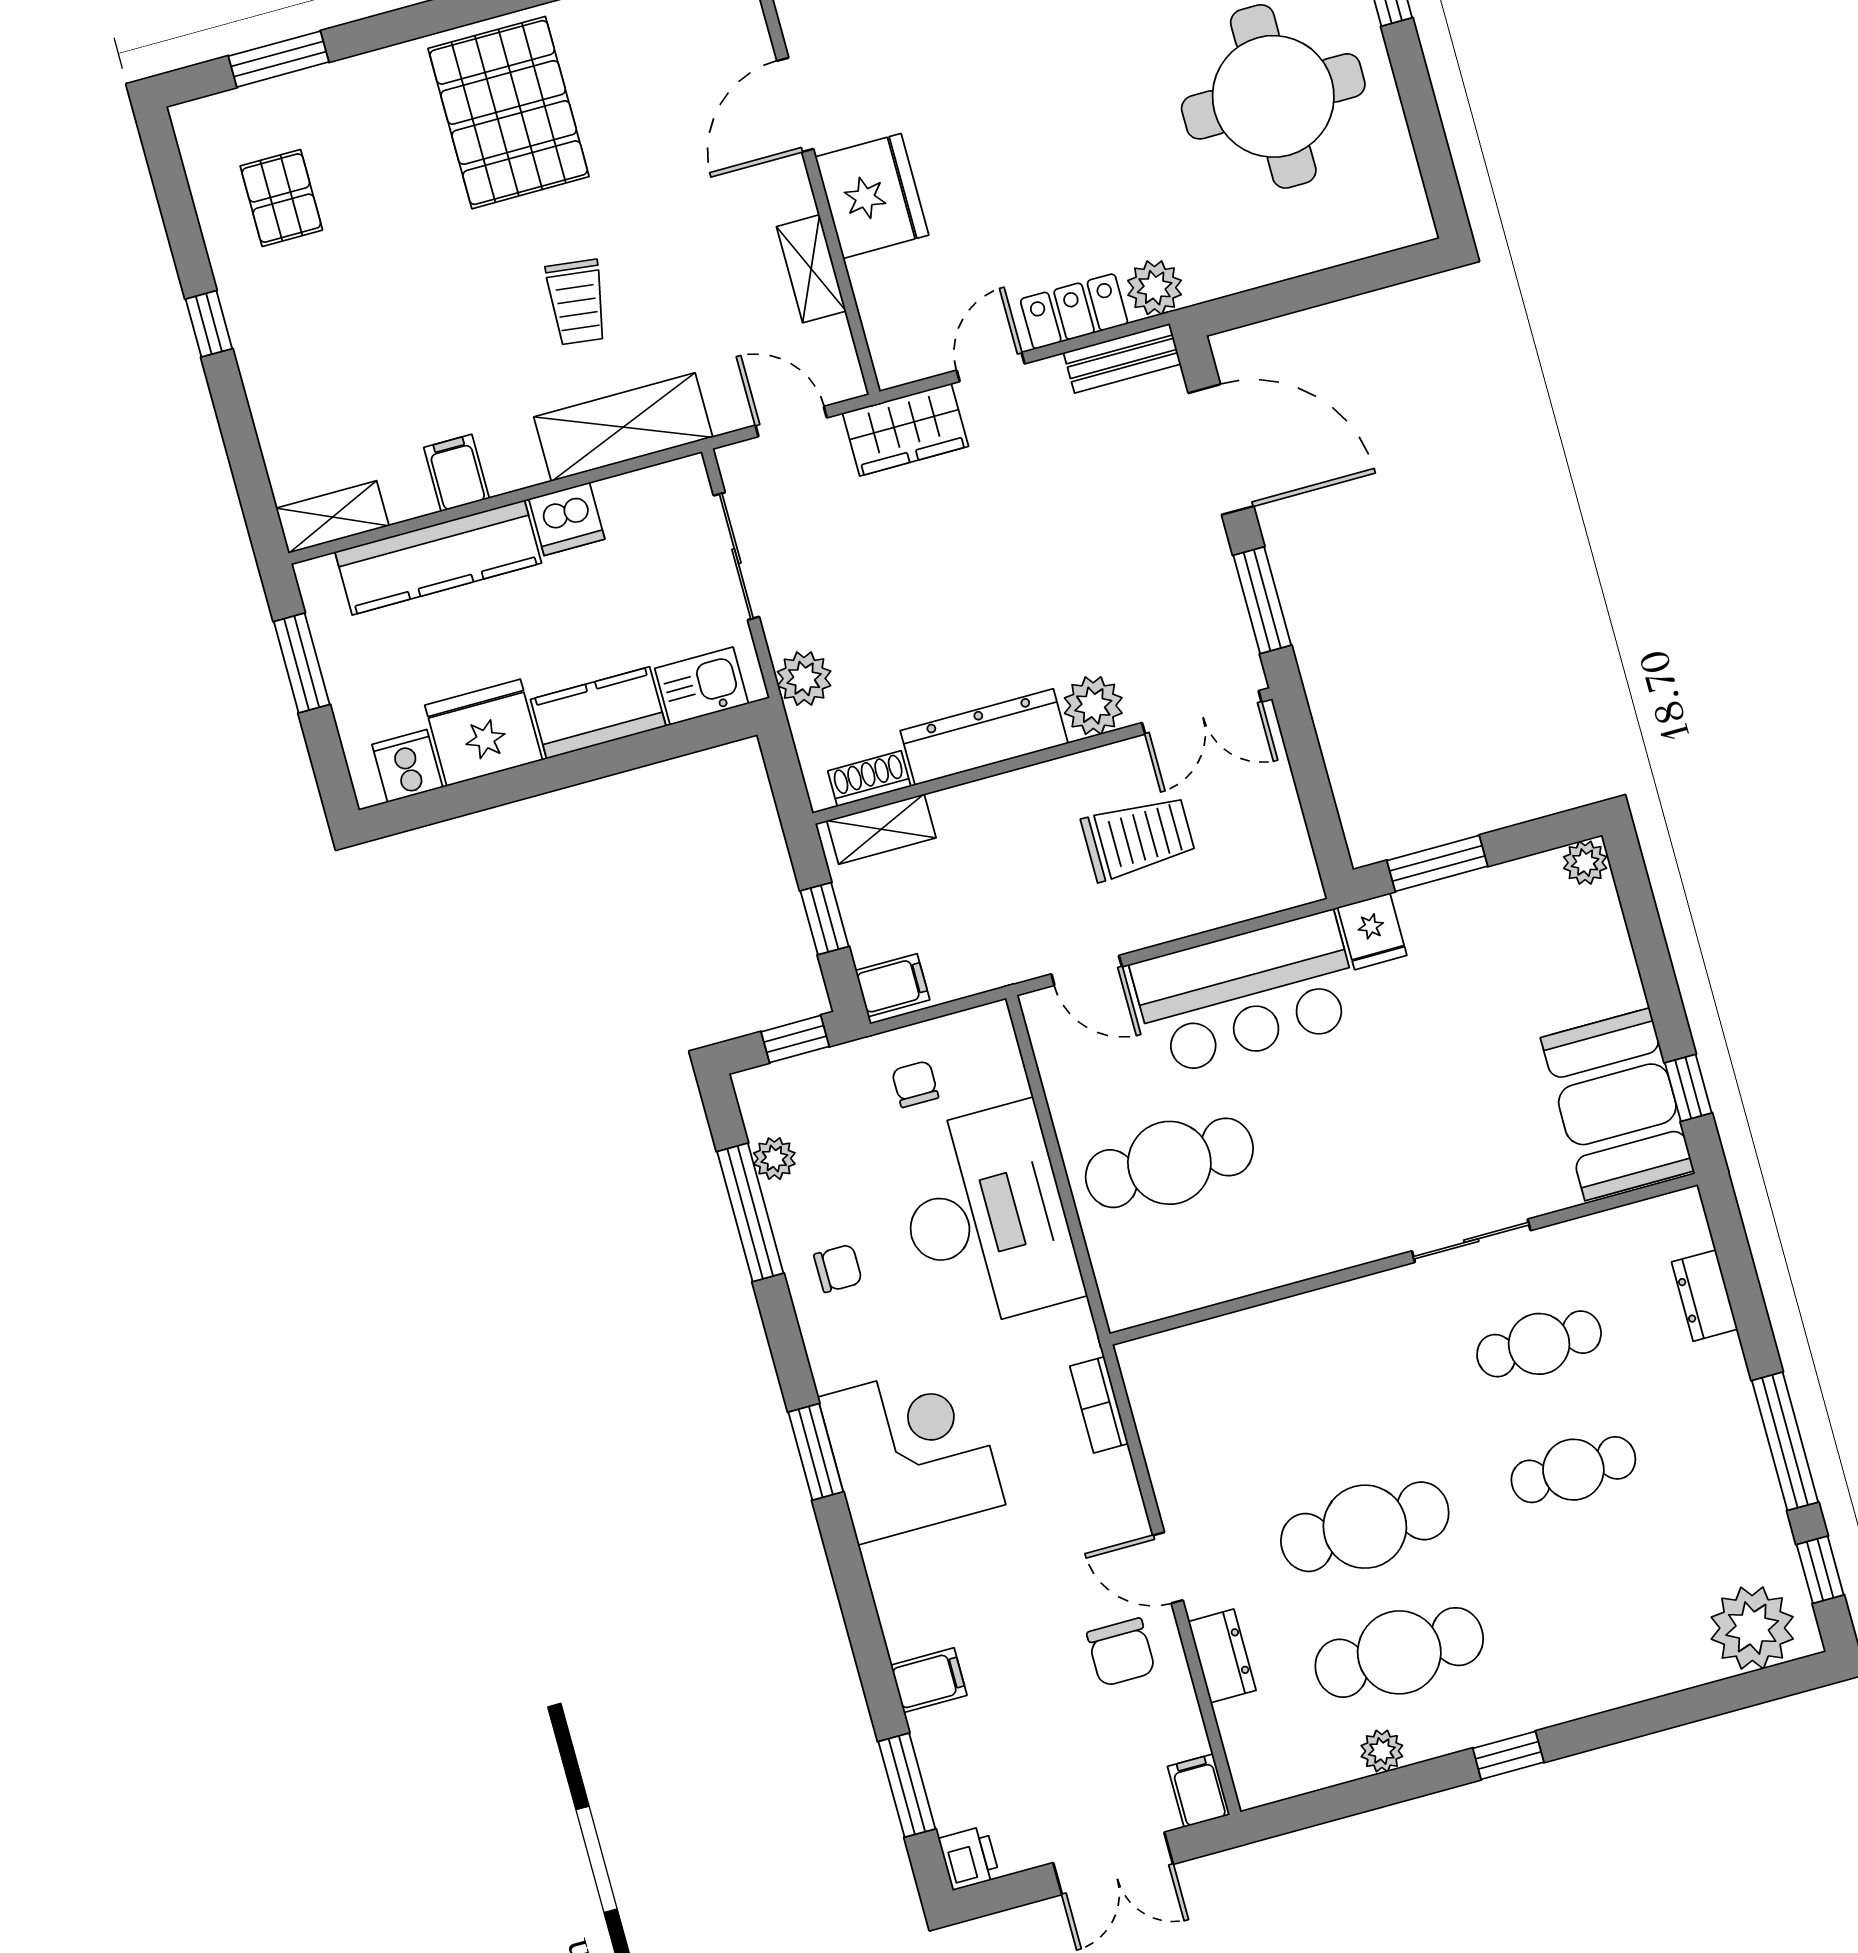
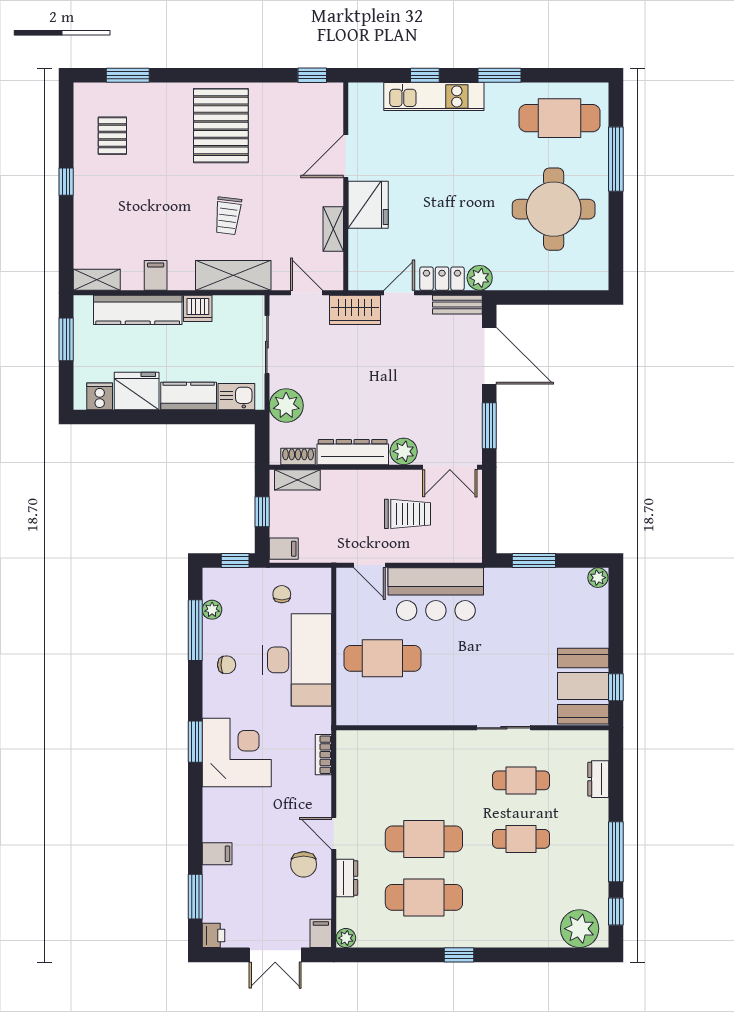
plant: (804, 679) -> (286, 406), width x1.36, depth x1.36
fridge: (1372, 931) -> (498, 582), removed
plant: (1382, 1751) -> (346, 938), moved

